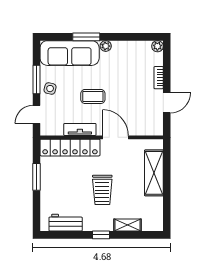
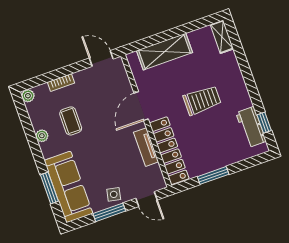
window: (86, 37) -> (49, 188), moved
plant: (106, 46) -> (42, 136), moved
coffee table: (93, 96) -> (71, 121), moved
door: (167, 103) -> (101, 59), moved
shelving: (128, 225) -> (222, 37), moved
window: (101, 235) -> (264, 123), moved

